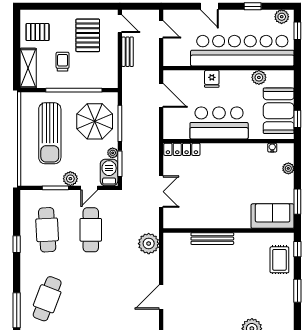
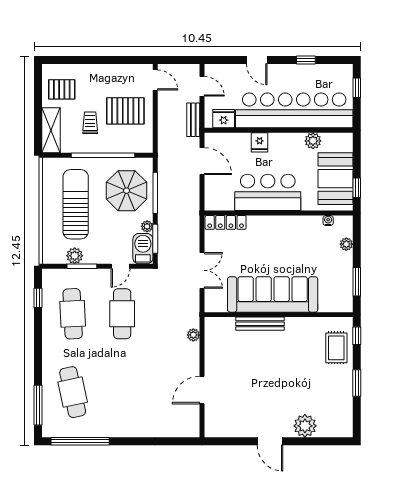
plant: (282, 17) -> (339, 72), removed
pallet: (88, 35) -> (125, 111), moved, turned 90
bench: (128, 52) -> (193, 120), moved
fridge: (180, 58) -> (224, 119), added
sun lounger: (50, 133) -> (76, 204), turned 180
plant: (70, 179) -> (75, 256), moved
sofa: (273, 216) -> (273, 294), moved, width x1.85, depth x1.27
window: (17, 244) -> (38, 298), moved
plant: (149, 244) -> (193, 335), width x0.53, depth x0.53
cafe table: (47, 299) -> (73, 392), turned -33

